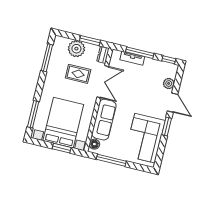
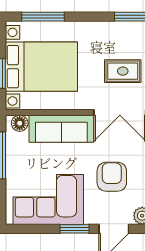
rug: (78, 74) -> (123, 71), turned 90
armchair: (141, 96) -> (112, 177), added

